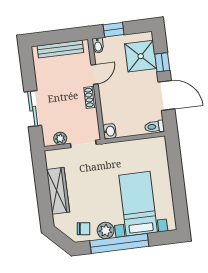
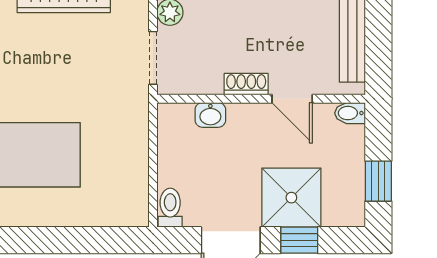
window: (114, 30) -> (378, 181), moved
shower: (141, 56) -> (291, 198), moved
washbasin: (110, 131) -> (210, 115), moved

